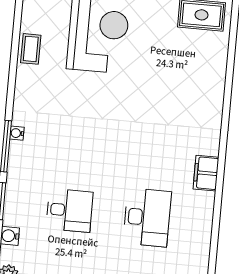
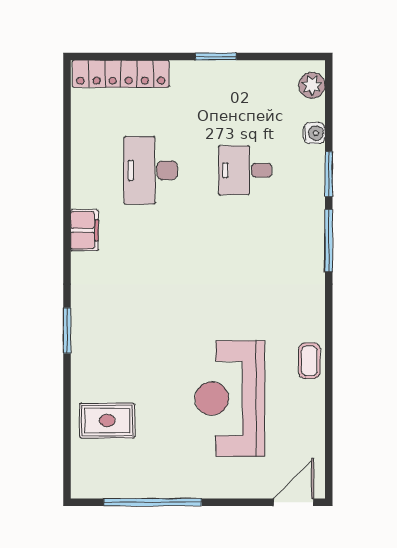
window: (228, 92) -> (67, 331), added
water cooler: (17, 133) -> (317, 258), removed

